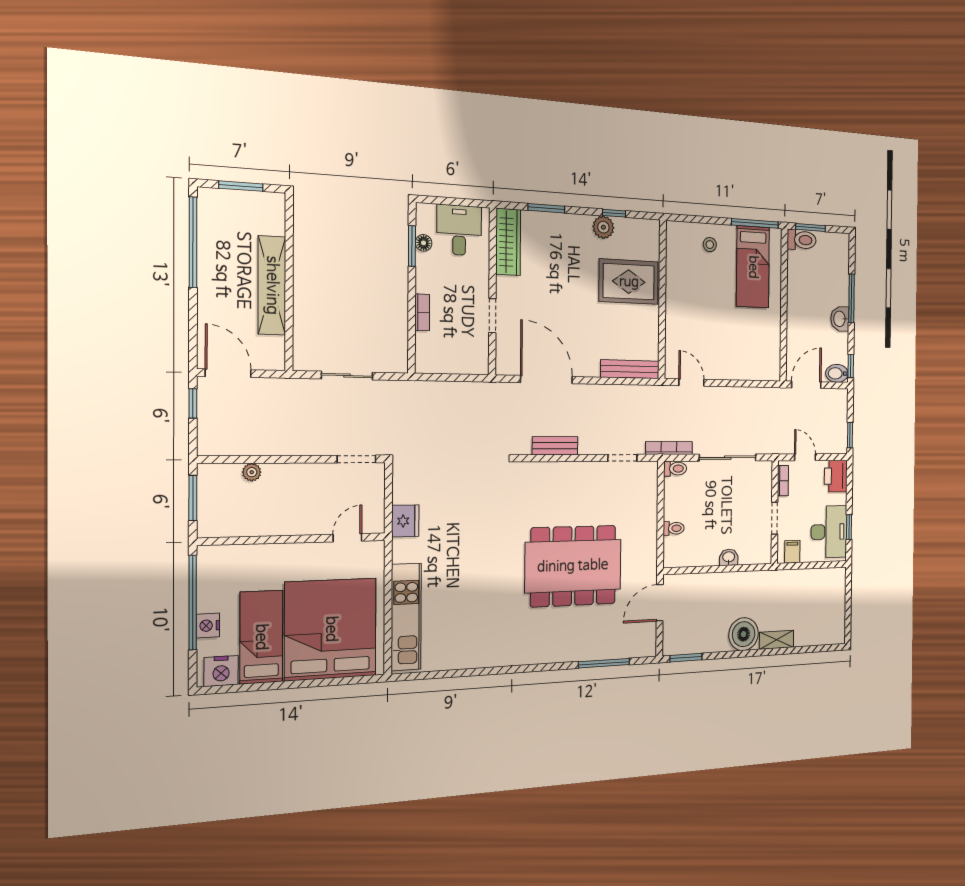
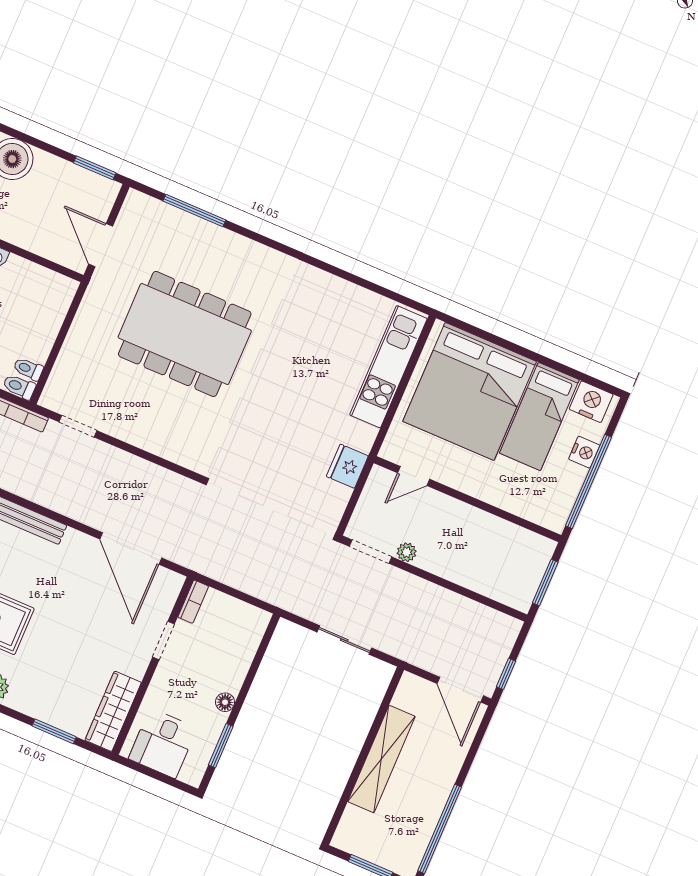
floor lamp: (424, 243) -> (225, 702), moved
bookcase: (422, 312) -> (193, 602), moved, turned 180
bench: (555, 446) -> (151, 473), removed
plant: (252, 472) -> (407, 552), moved
toilet: (674, 528) -> (28, 369), moved
door: (660, 603) -> (101, 245), swing flipped

